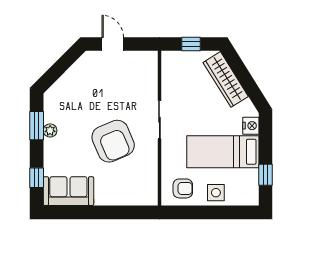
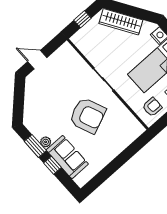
window: (37, 178) -> (52, 165), moved
sofa: (68, 191) -> (67, 157), moved, turned 90

